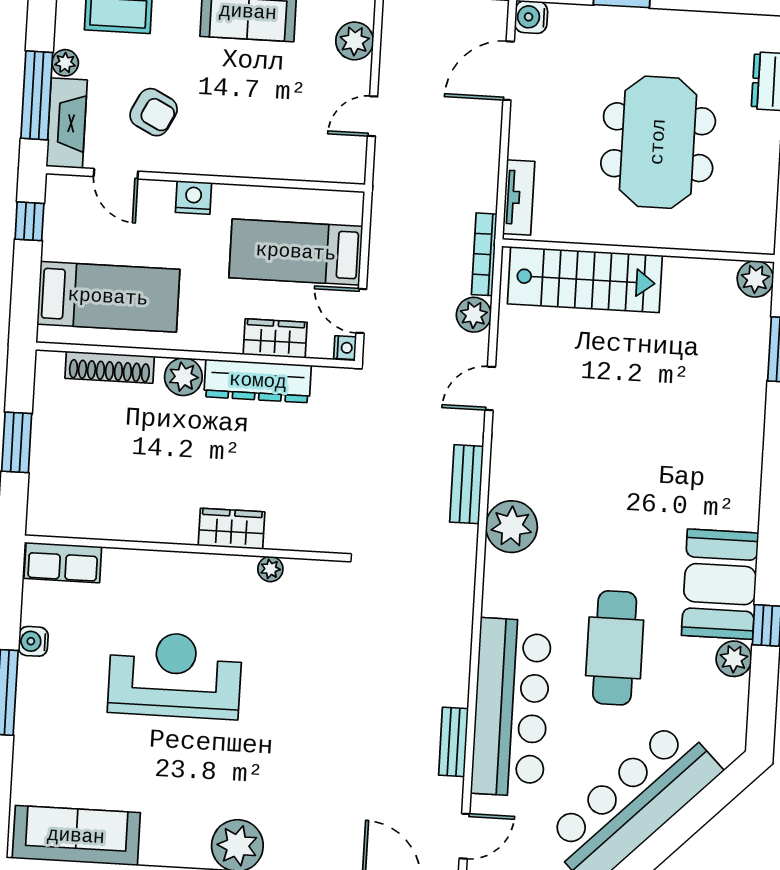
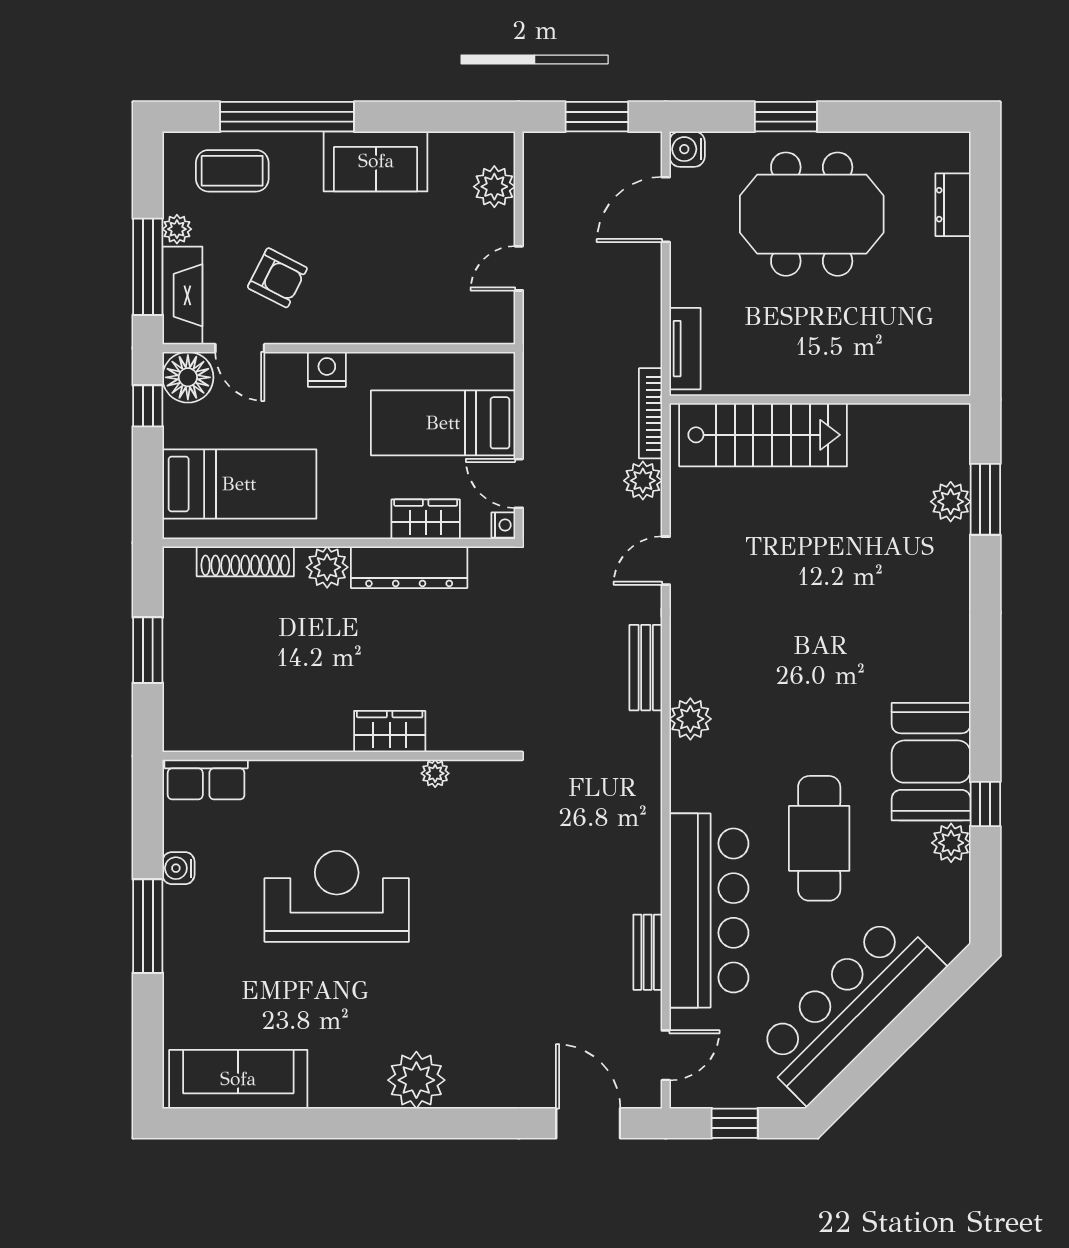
meeting table: (658, 142) -> (812, 214), moved, turned 90
floor lamp: (67, 198) -> (188, 377), added
plant: (755, 279) -> (951, 502), moved
plant: (512, 527) -> (690, 719), width x0.73, depth x0.73

